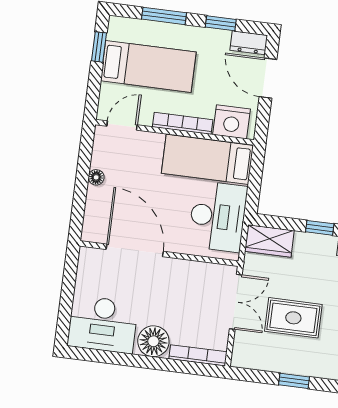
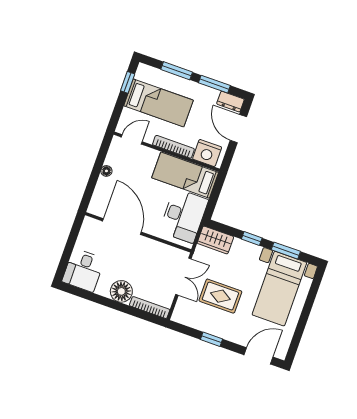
window: (221, 23) -> (214, 84), width x1.50
desk: (103, 324) -> (83, 270), width x0.73

